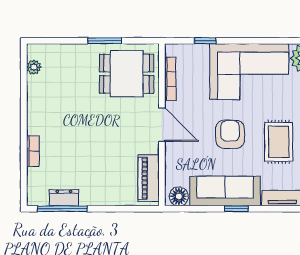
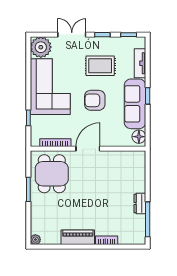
plant: (34, 67) -> (35, 240), moved
piano: (149, 178) -> (78, 237), moved, turned 180
dresser: (64, 198) -> (140, 204), moved

